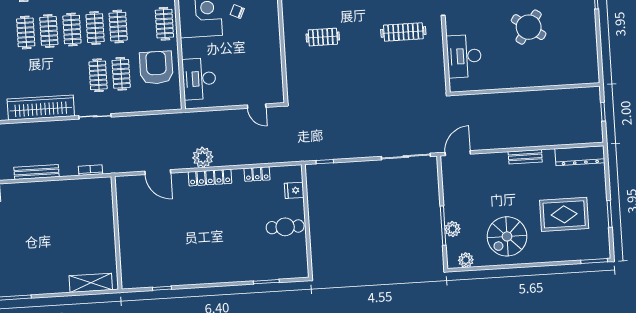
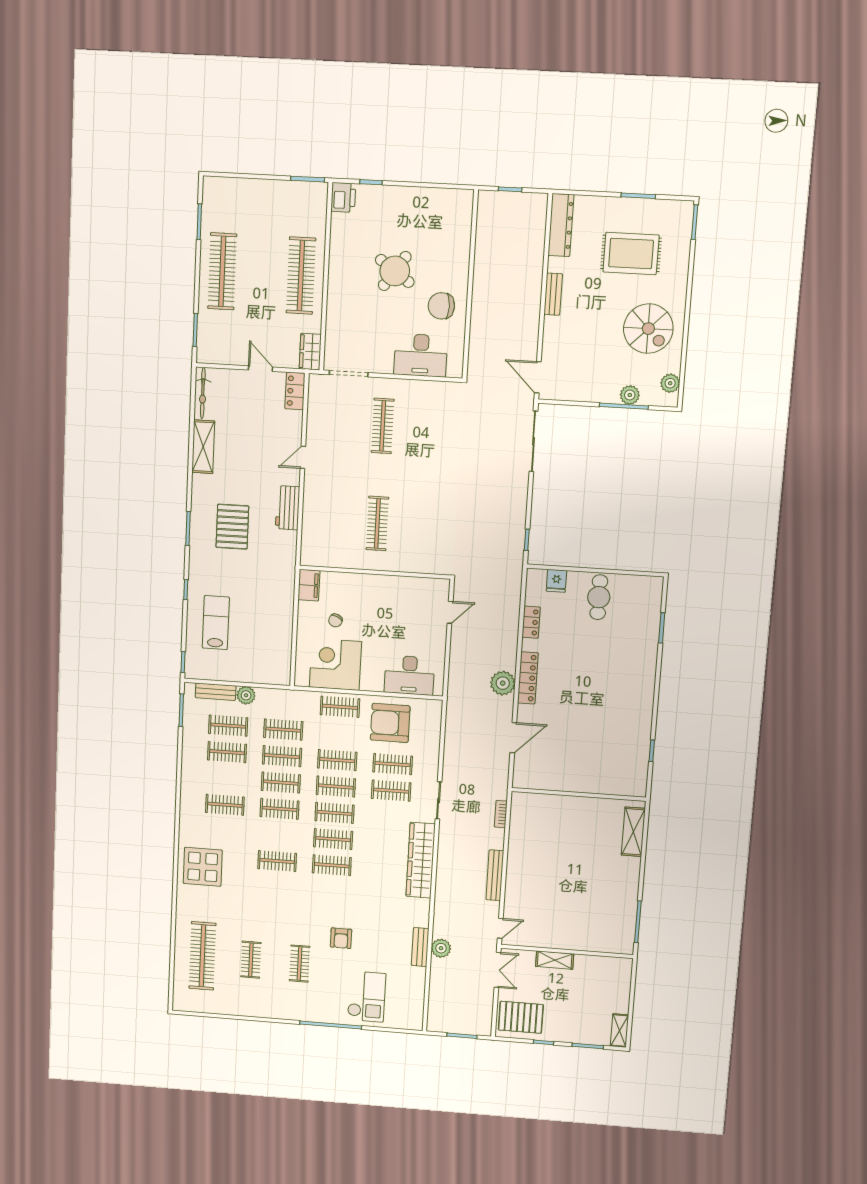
clothes rail: (323, 37) -> (377, 523), width x1.36
chair: (505, 68) -> (441, 306), added
rug: (564, 214) -> (631, 254), turned 90

